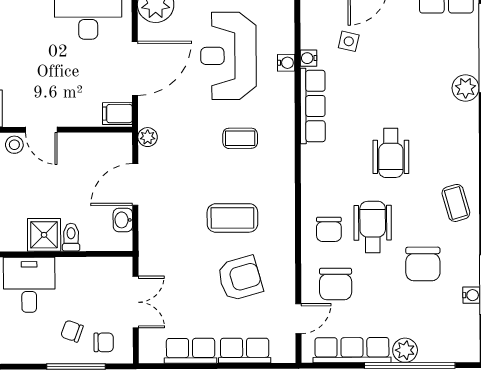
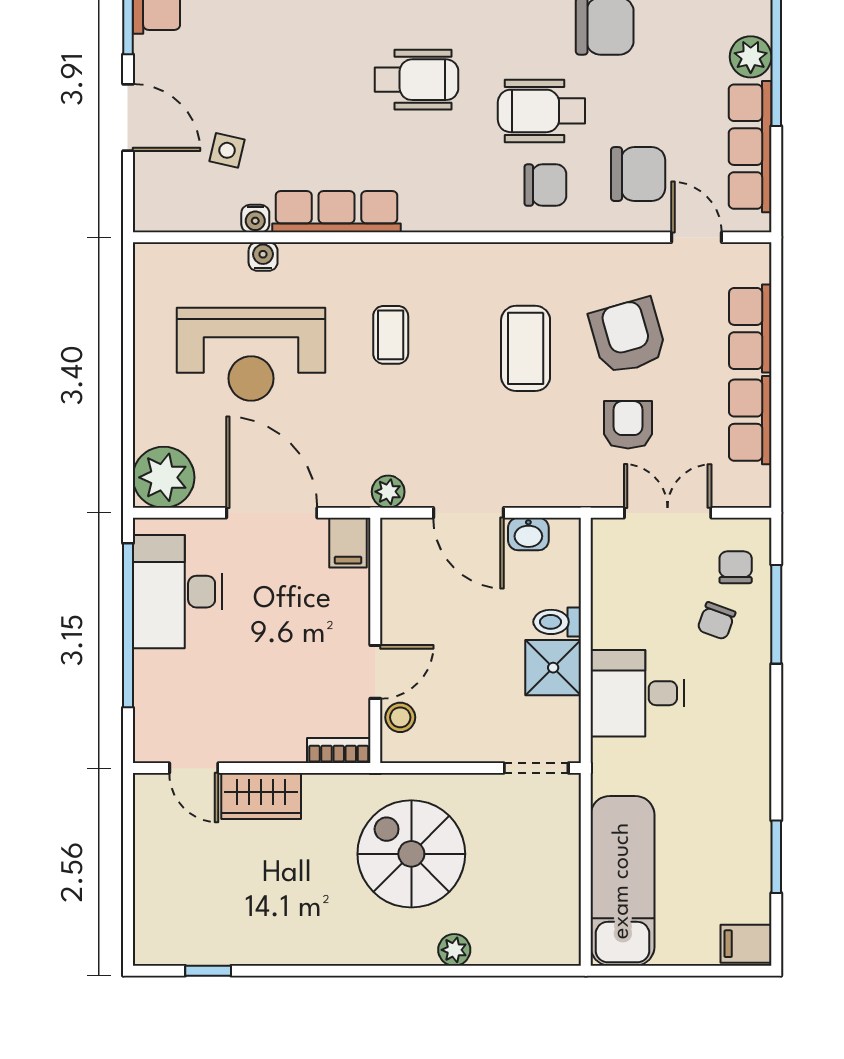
armchair: (188, 279) -> (628, 425), added

